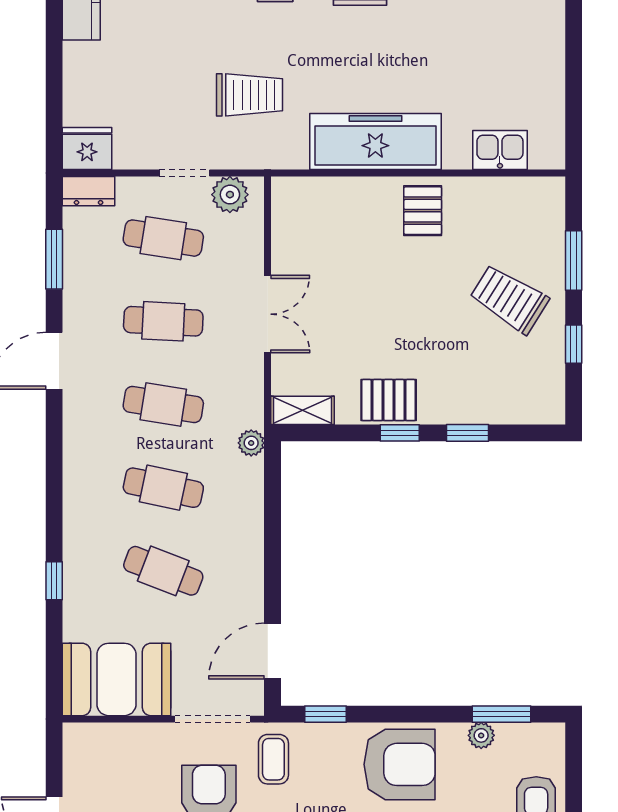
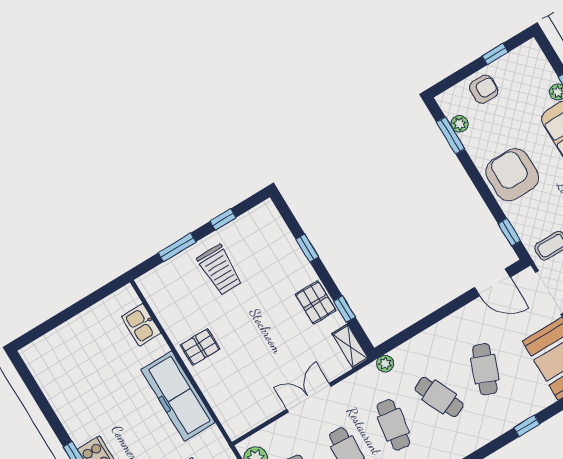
trolley: (509, 299) -> (220, 270), turned -32
window: (400, 433) -> (344, 309), moved
cafe table: (163, 488) -> (439, 397), turned -36
plant: (481, 735) -> (460, 124), moved

